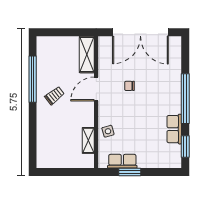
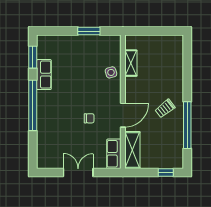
window: (54, 32) -> (166, 172), added
double door: (140, 32) -> (78, 172), width x0.54
row of seats: (122, 161) -> (114, 154), moved, turned 90

